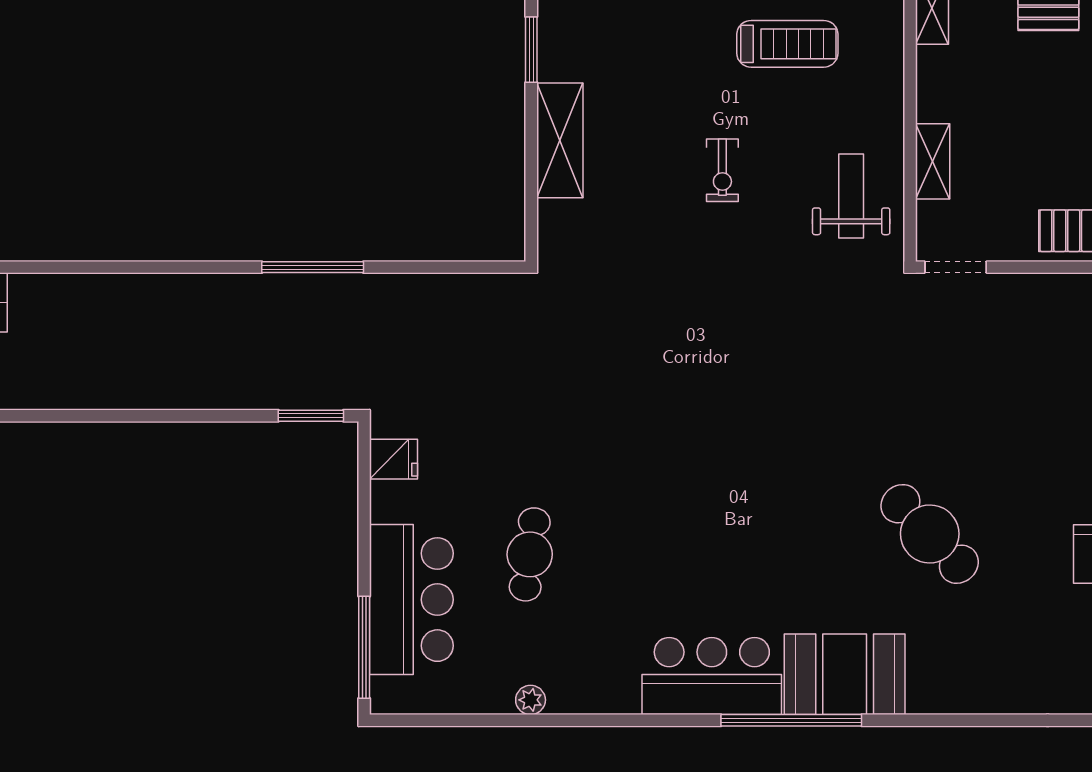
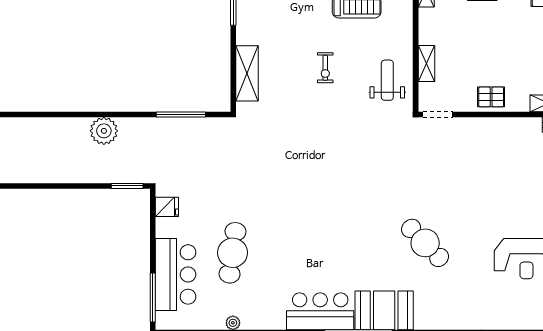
shelving: (560, 140) -> (247, 73), moved
window: (313, 267) -> (181, 114), moved
plant: (263, 301) -> (104, 131), added
cafe table: (530, 554) -> (233, 253), width x1.37, depth x1.35

